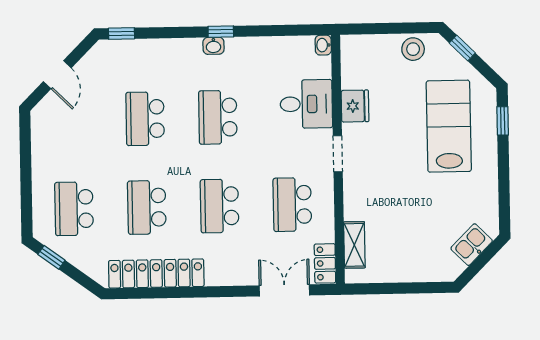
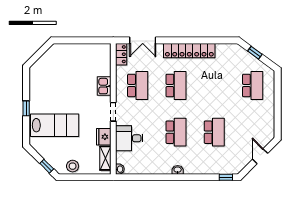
window: (221, 32) -> (174, 177), removed
window: (503, 121) -> (26, 108), moved
lab bench: (449, 126) -> (55, 125), turned -90
school desk: (147, 207) -> (214, 85), removed
shelving: (354, 245) -> (105, 158), moved
kitchen sink: (472, 245) -> (104, 86), moved, turned 135
window: (51, 257) -> (255, 53), moved
locker: (156, 273) -> (189, 51), moved

